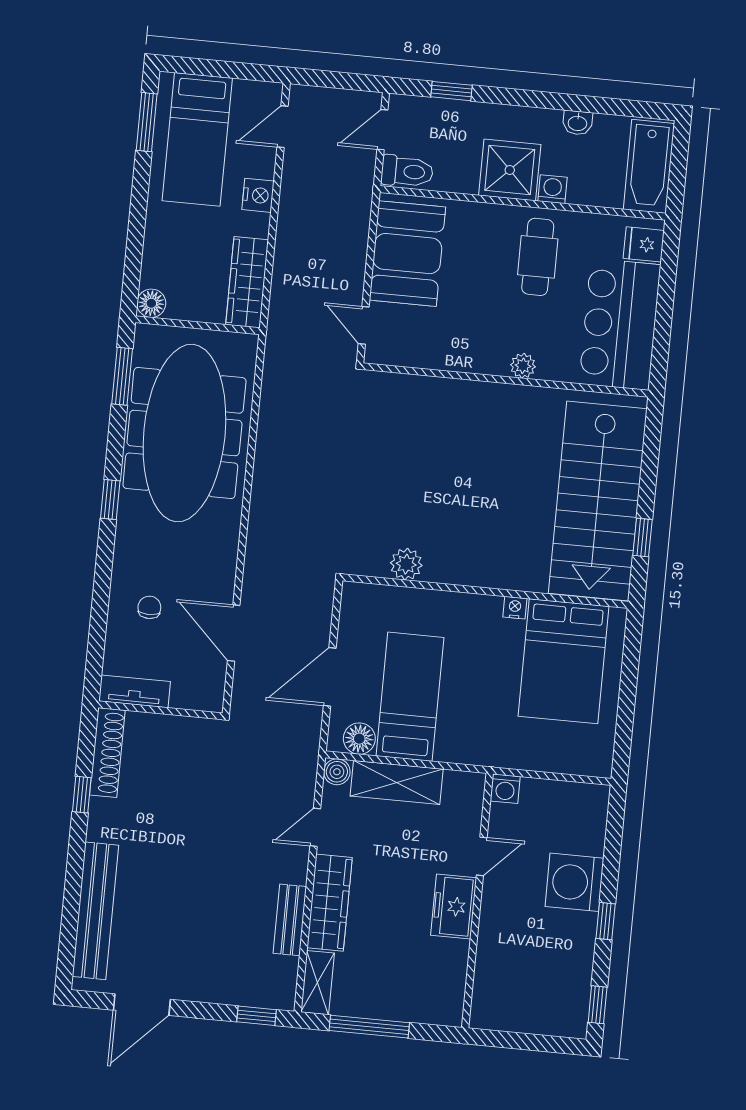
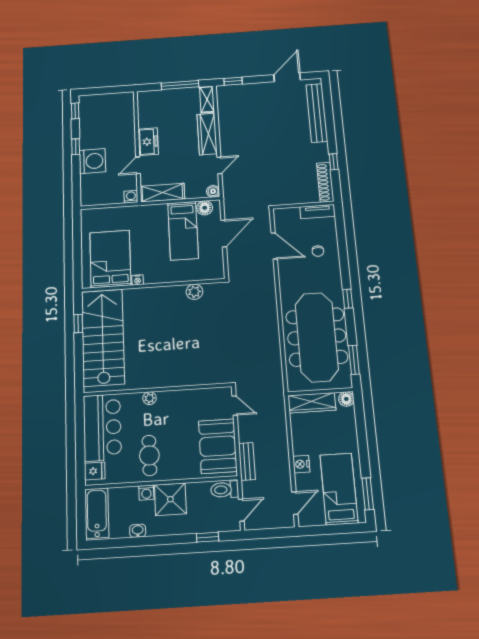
wardrobe: (247, 282) -> (312, 403), moved, turned 90
shelving: (397, 782) -> (162, 193), moved
bench: (290, 920) -> (247, 461), moved

